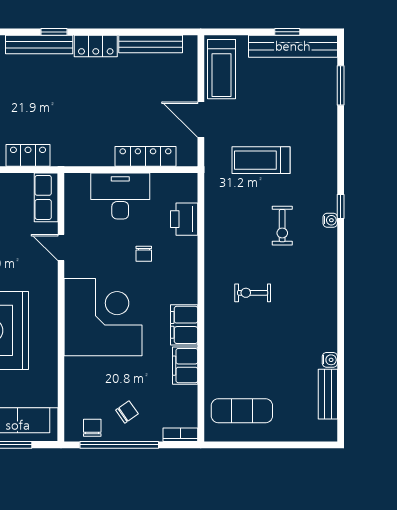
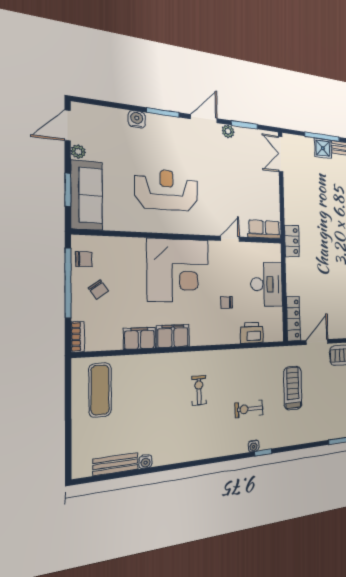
locker: (28, 155) -> (292, 241), moved
locker: (145, 156) -> (293, 319), moved

